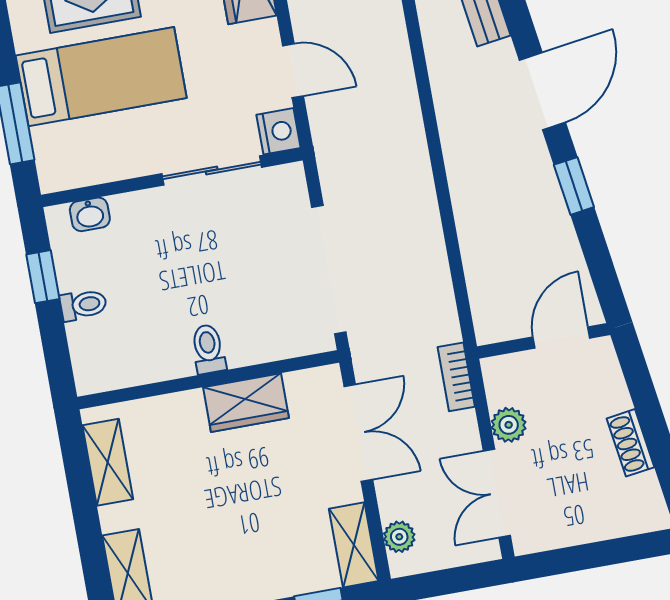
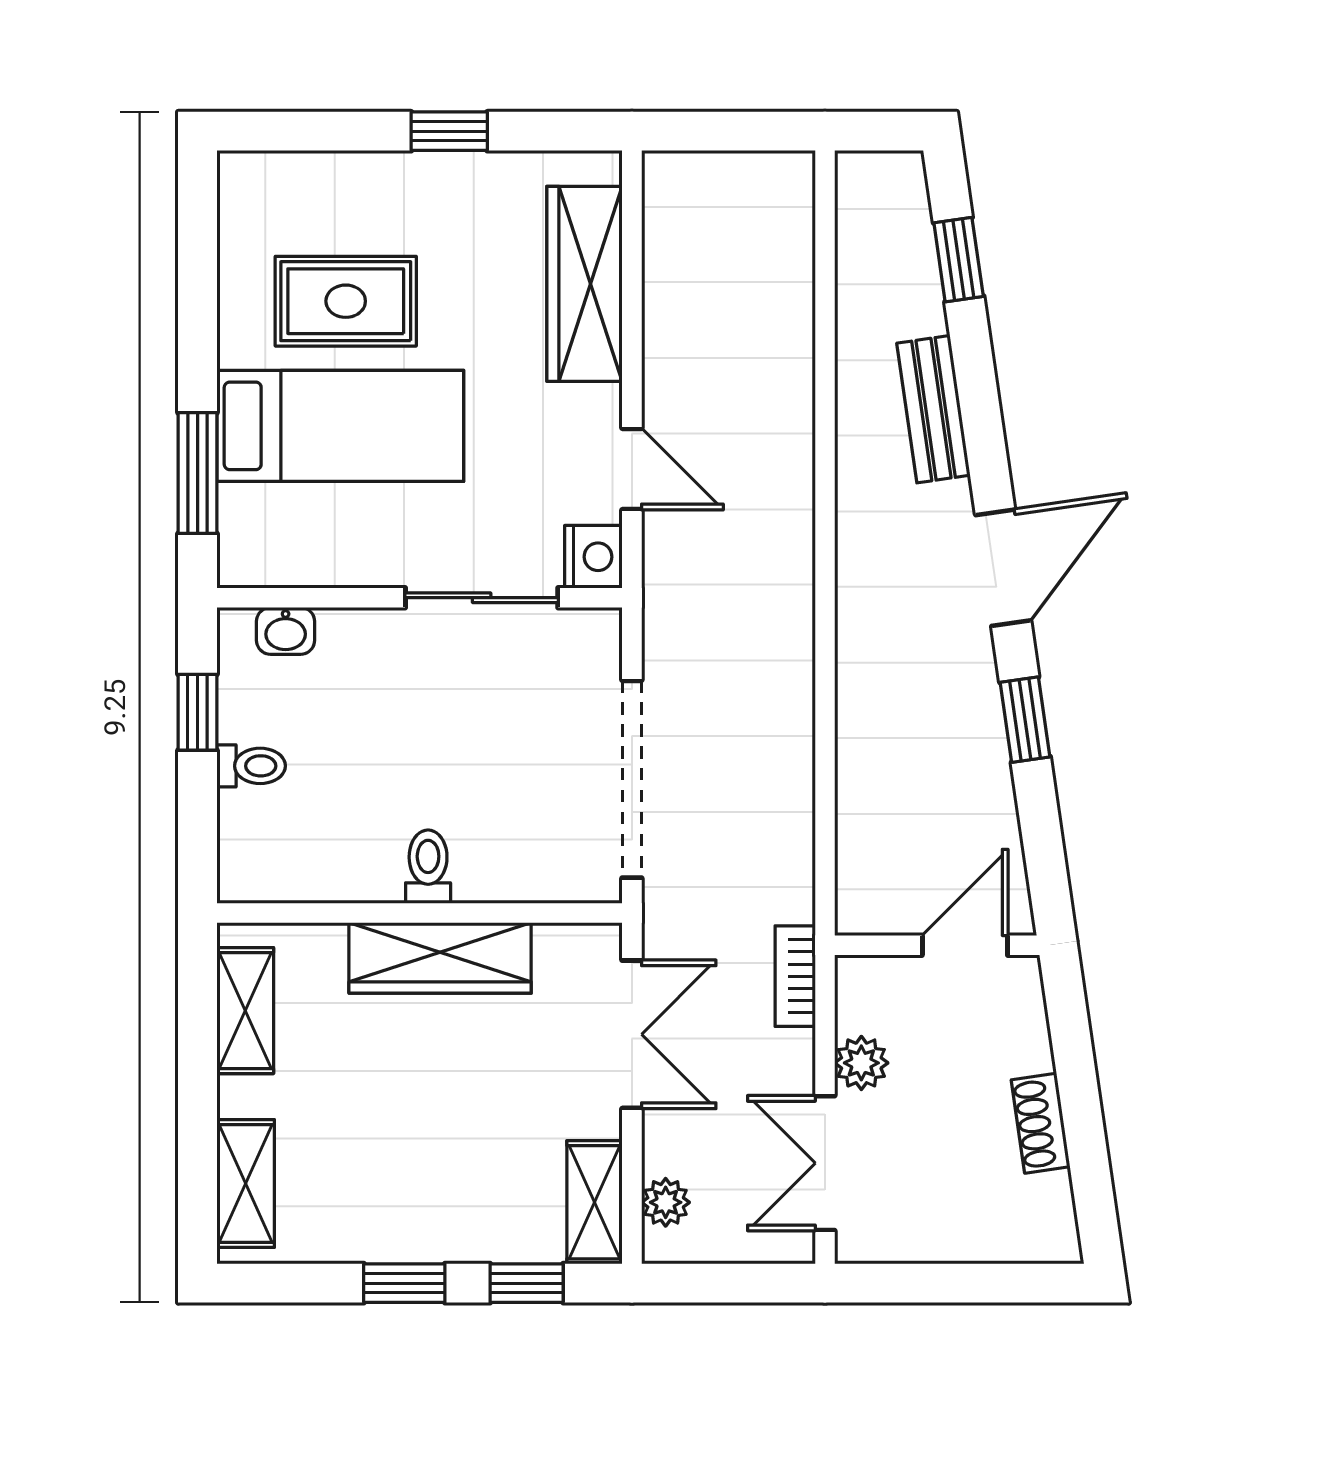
wardrobe: (246, 403) -> (440, 958), width x1.50

